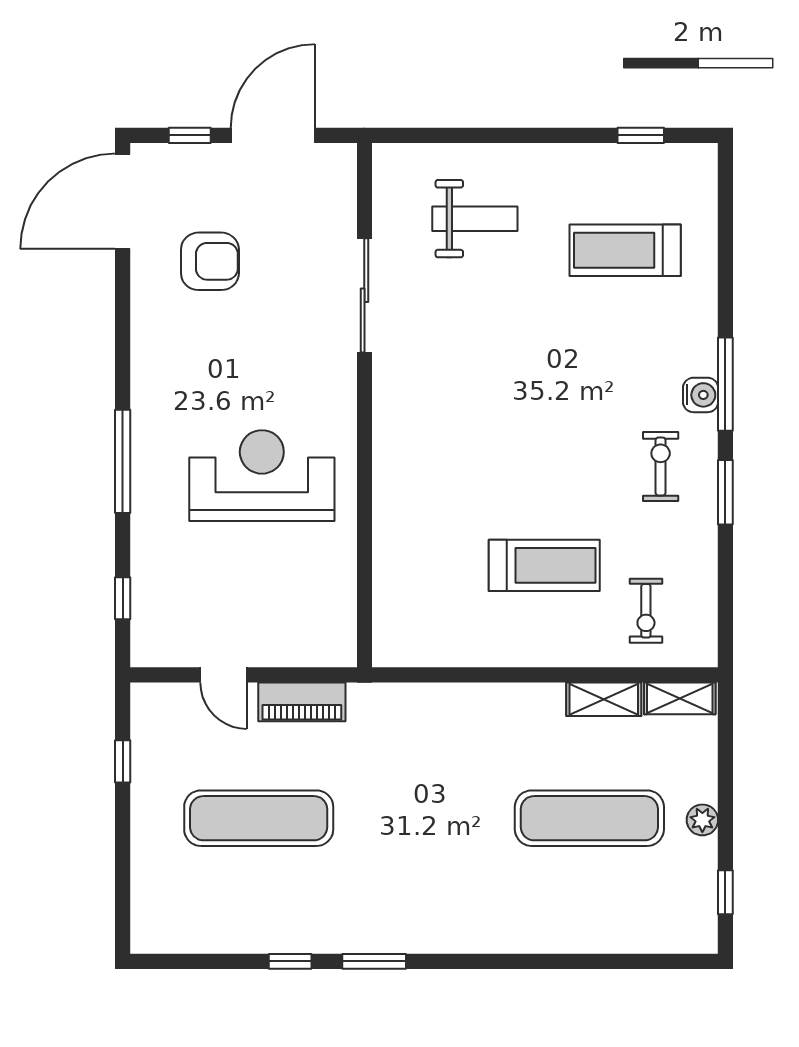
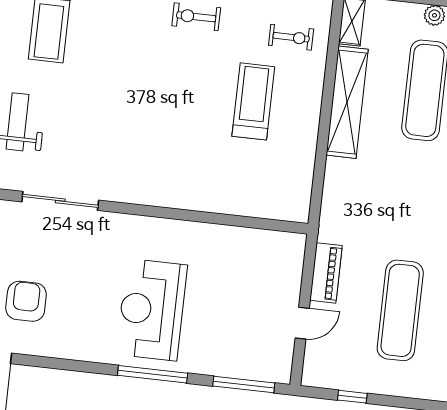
reception desk: (262, 476) -> (152, 310), moved
window: (123, 598) -> (244, 384), width x2.17
shelving: (604, 699) -> (347, 102), width x2.20, depth x1.33

